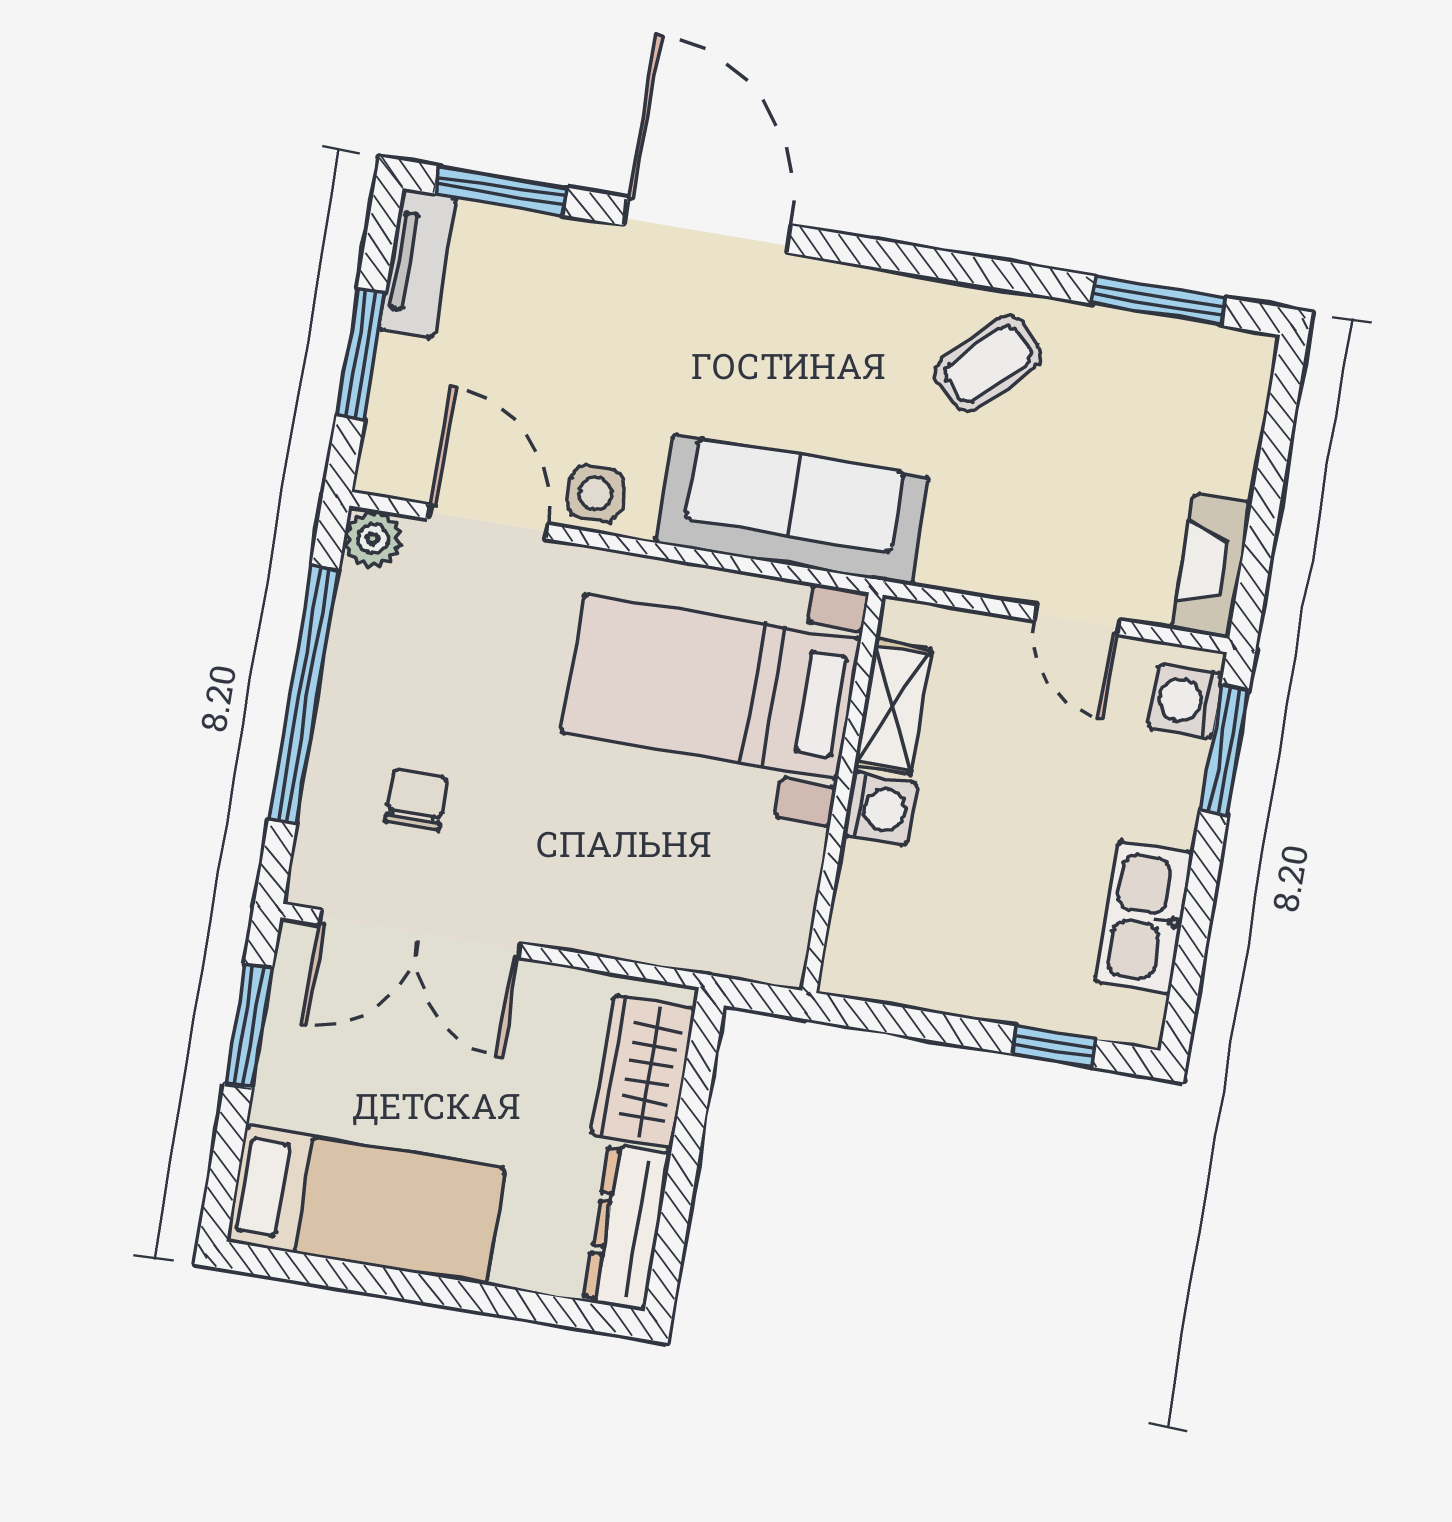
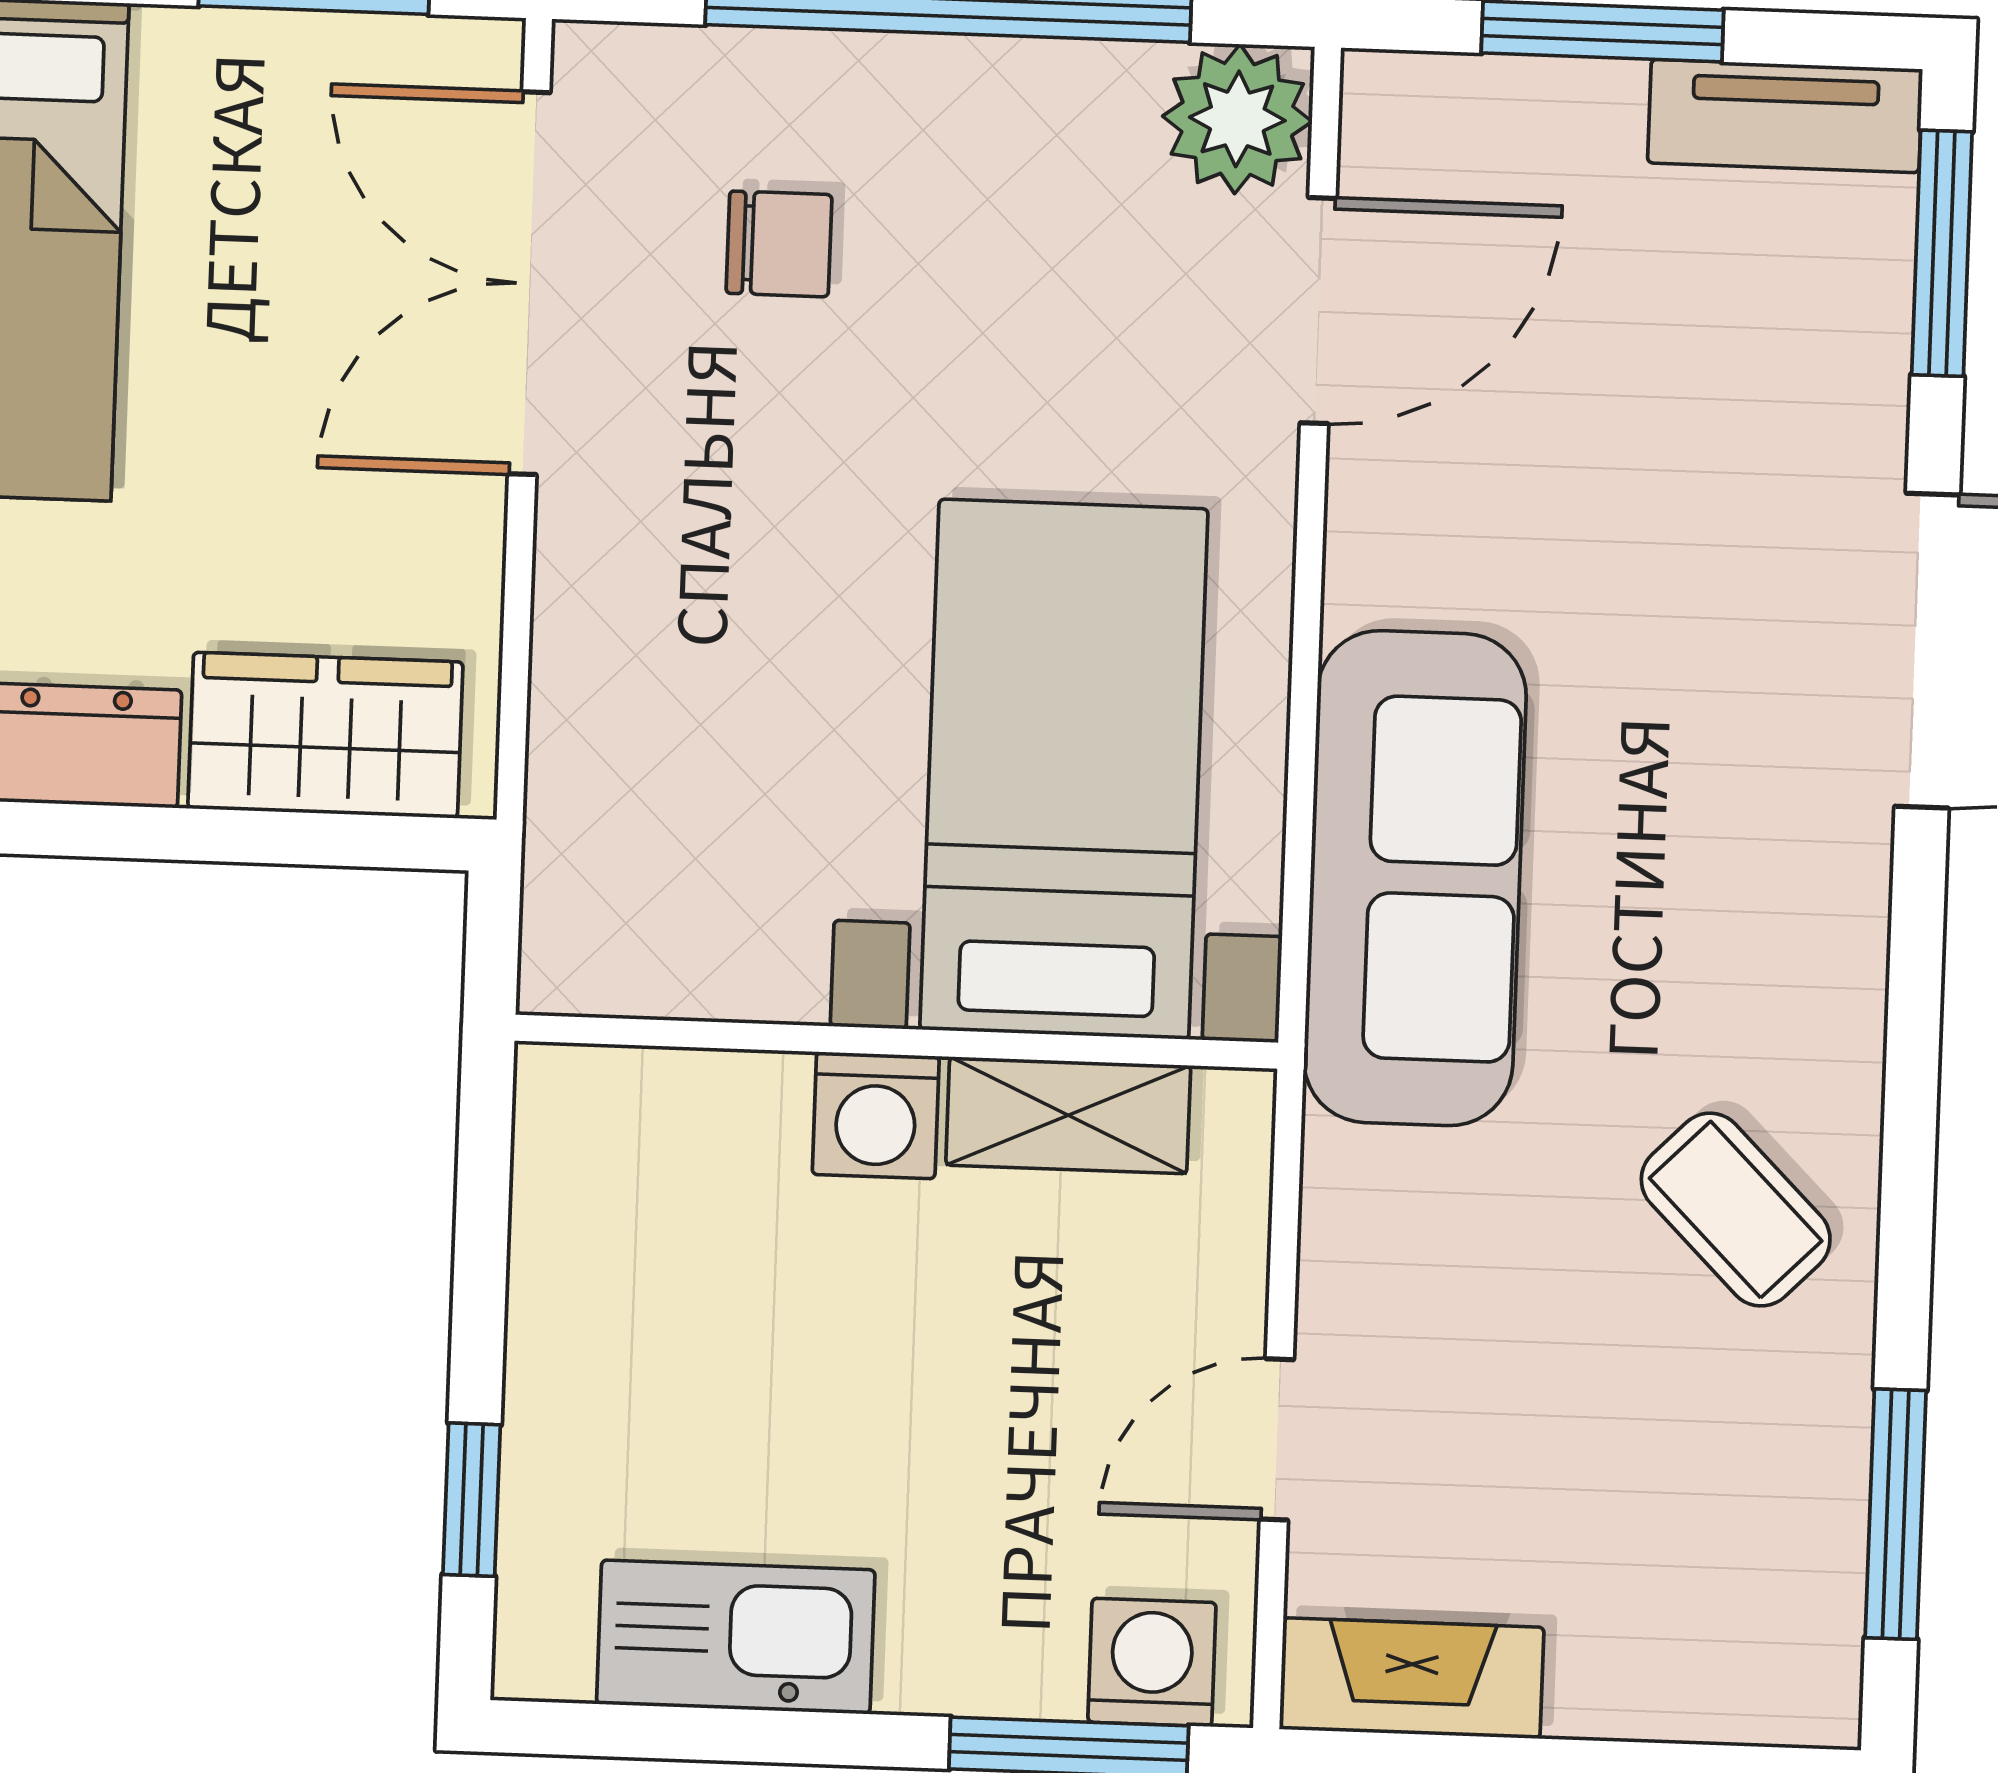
side table: (596, 494) -> (1397, 506), removed
plant: (373, 539) -> (1237, 119), width x1.38, depth x1.38

